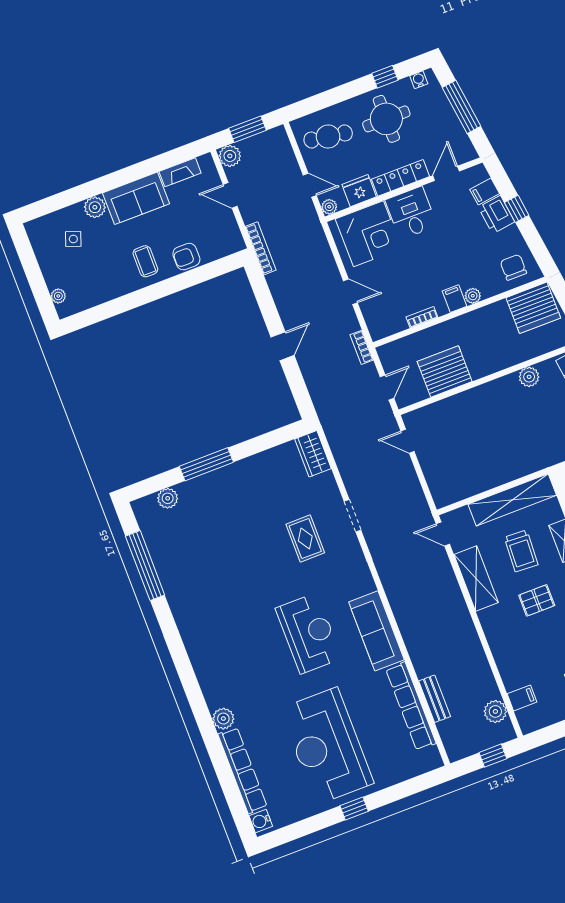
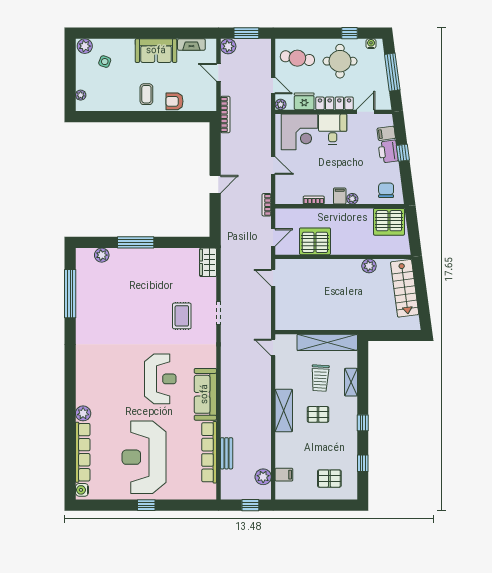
plant: (95, 207) -> (85, 46), moved
shelving: (476, 578) -> (284, 411), moved

